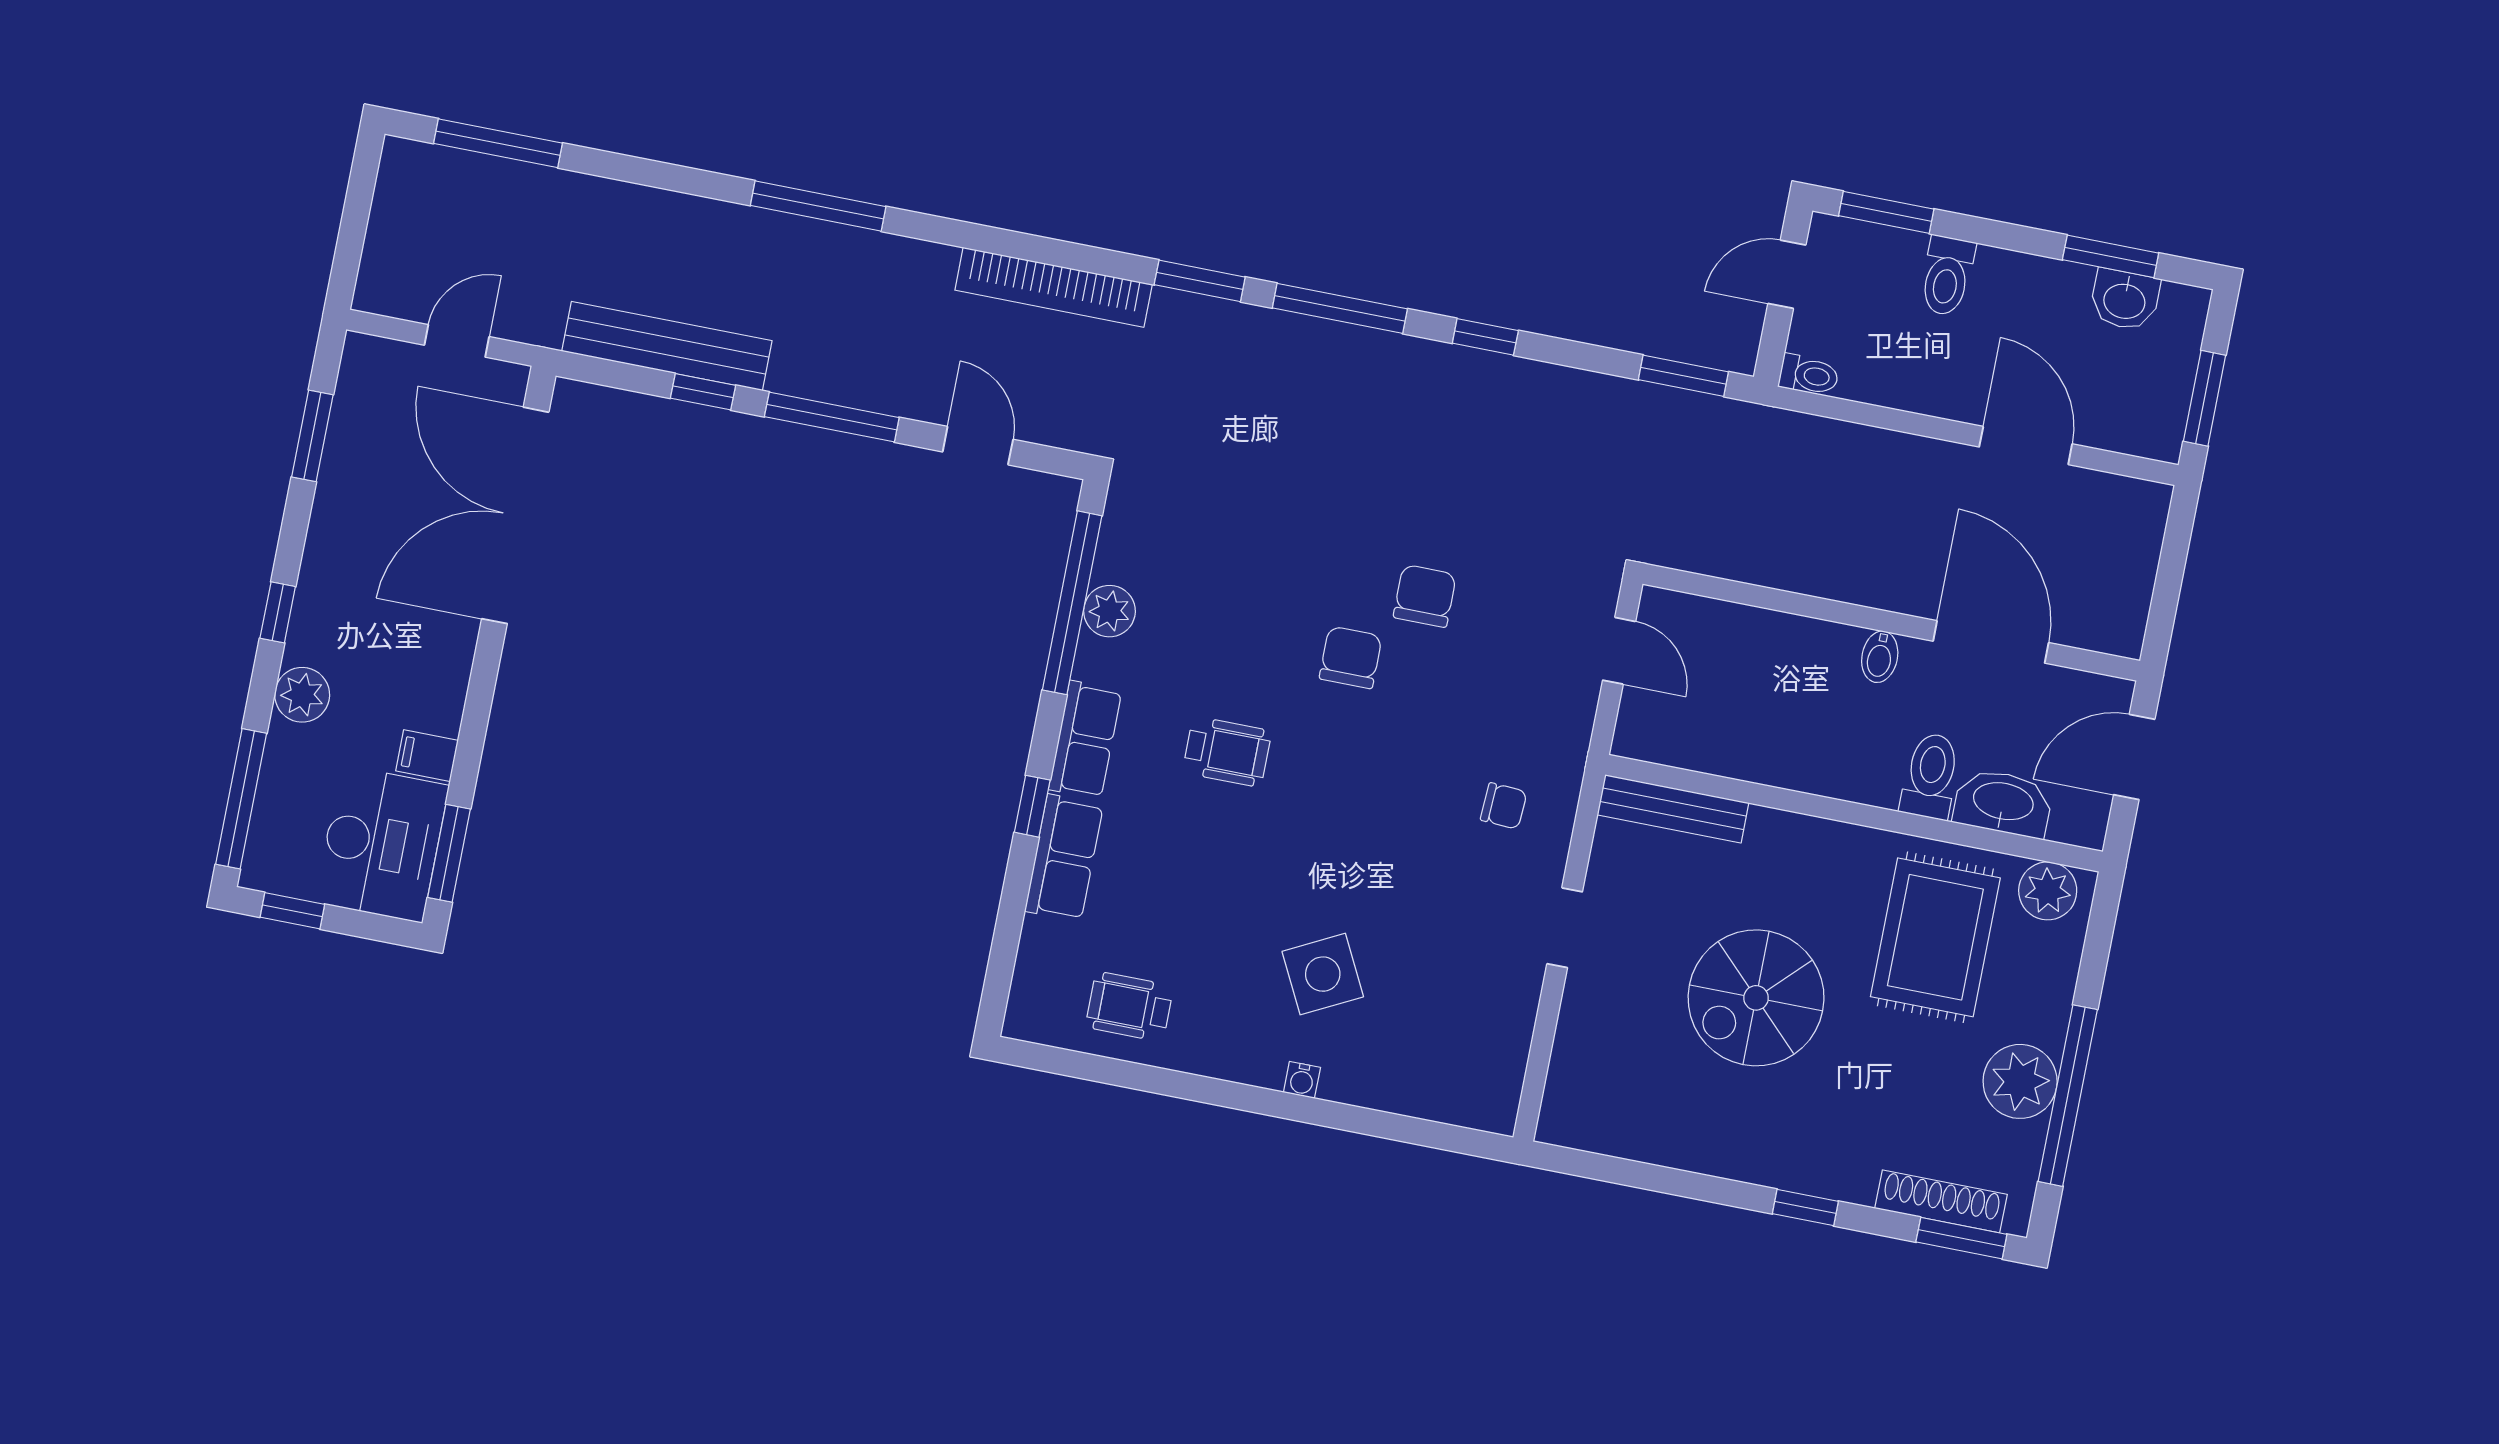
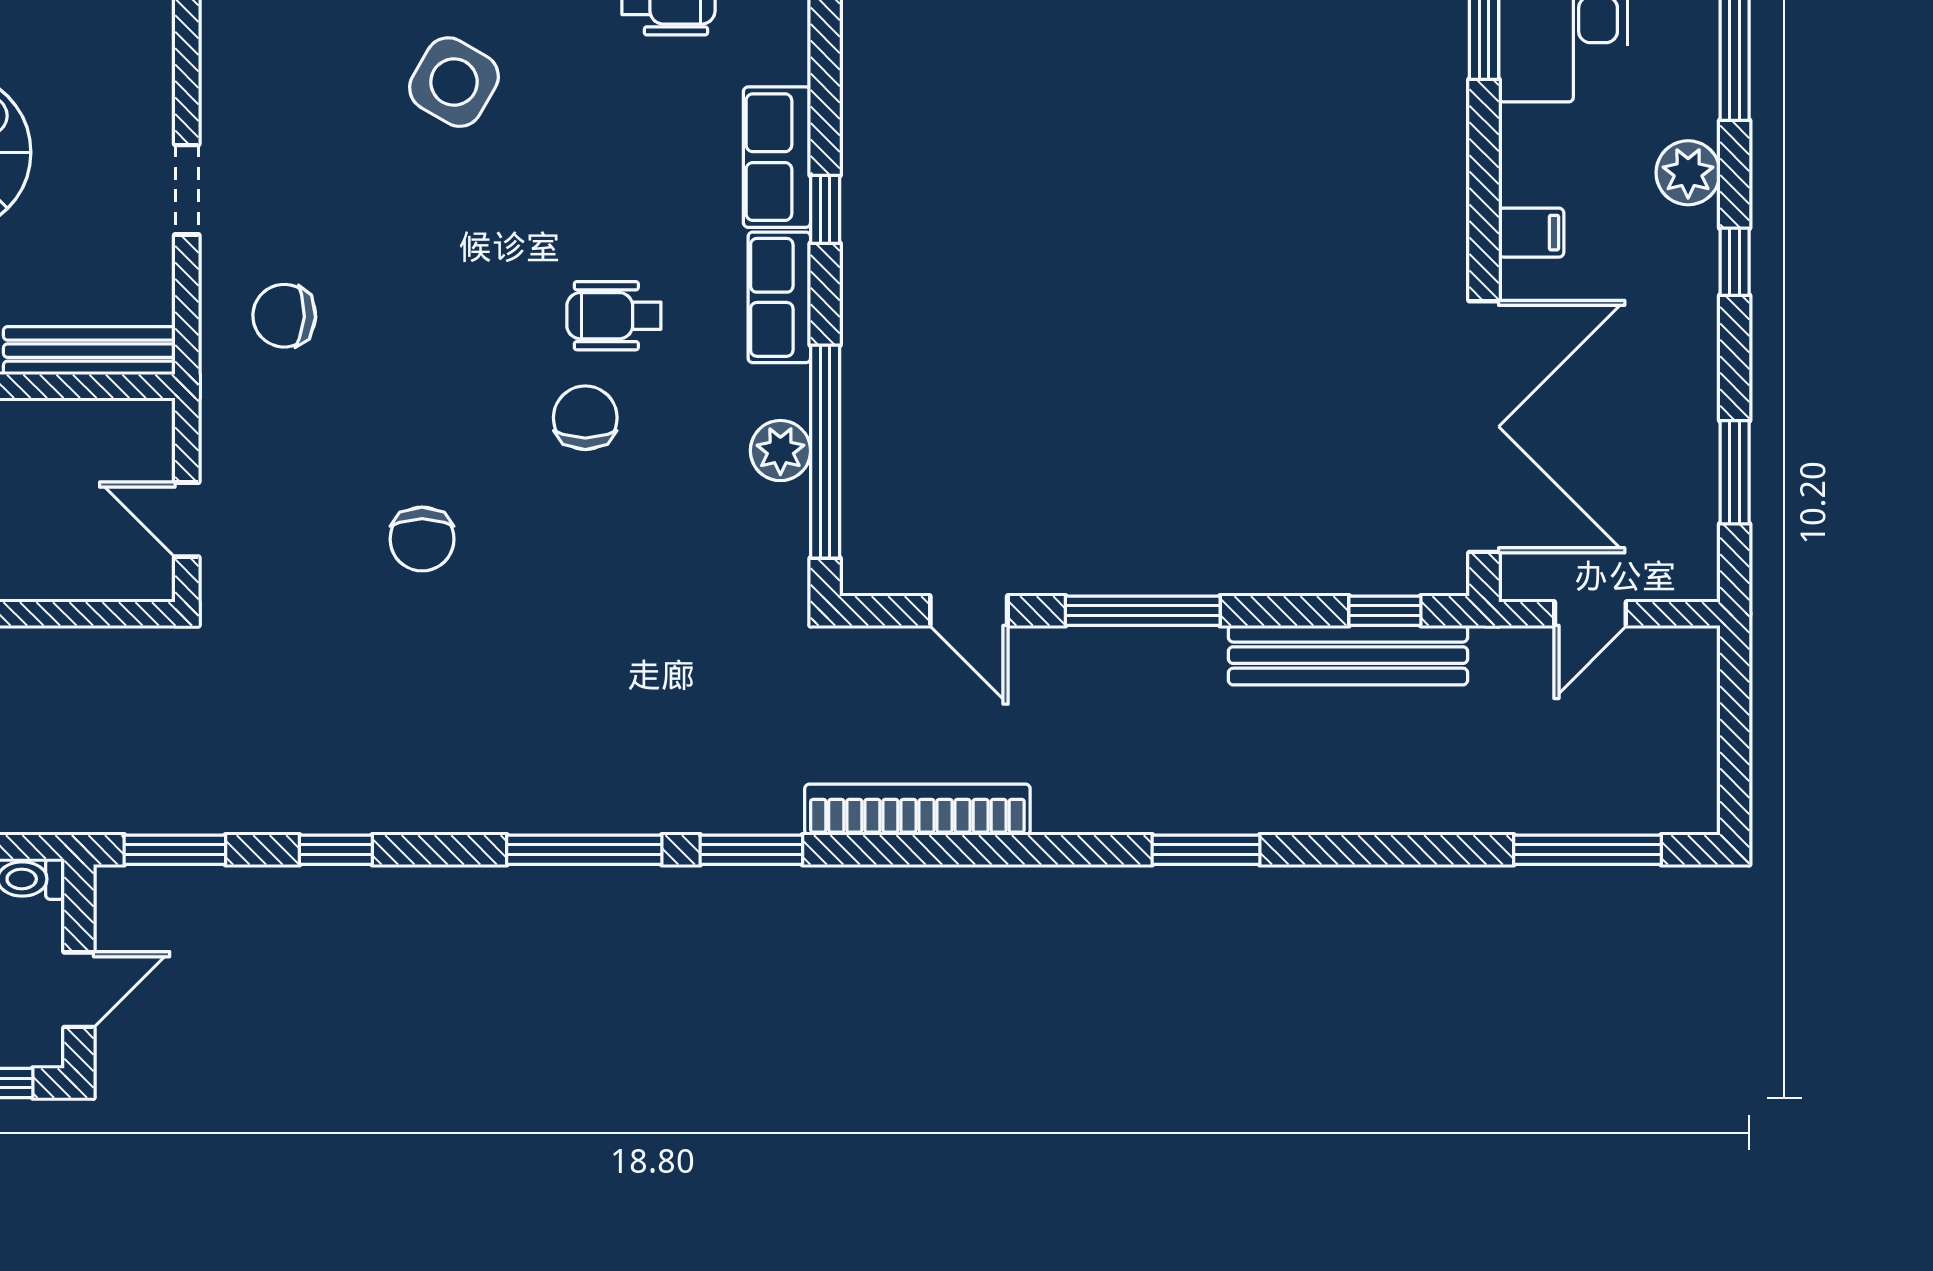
window: (818, 206) -> (1206, 850), width x0.69
window: (1485, 337) -> (336, 850), moved
window: (703, 392) -> (1385, 611), moved
chair: (1351, 657) -> (585, 418), moved, turned 180
filing cabinet: (427, 756) -> (1531, 233), moved
chair: (1504, 806) -> (284, 316), width x1.37, depth x1.37
side table: (1323, 974) -> (454, 82), turned -33

